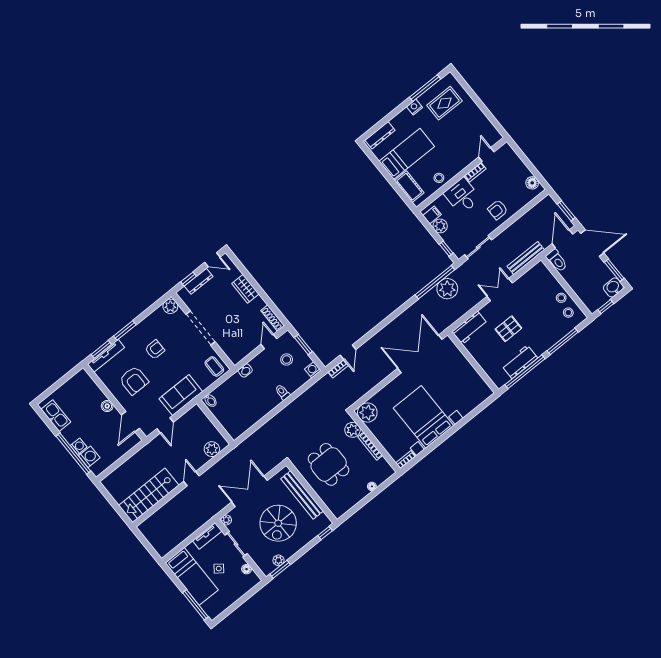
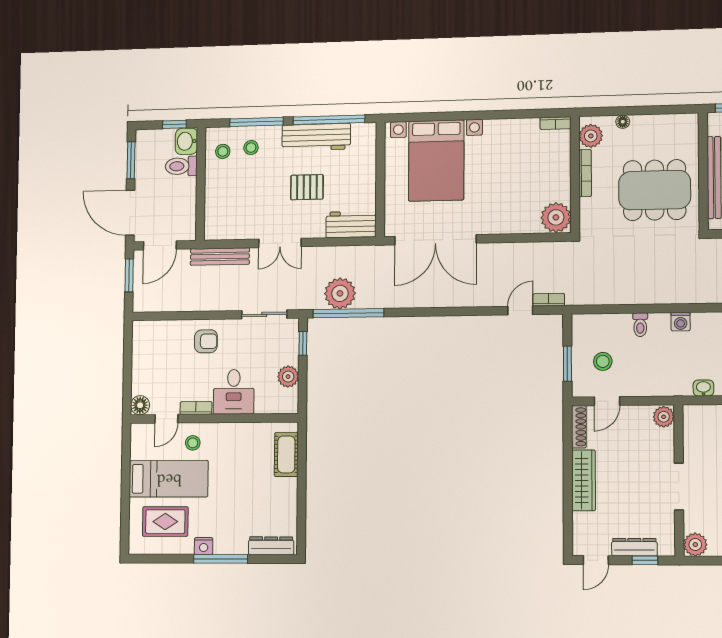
window: (425, 88) -> (221, 559), moved
bed: (407, 154) -> (169, 479), moved, turned 180
stool: (439, 178) -> (193, 443), moved
floor lamp: (532, 183) -> (140, 405), moved
filing cabinet: (432, 215) -> (287, 398), removed
door: (212, 260) -> (596, 560), swing flipped
toilet: (557, 261) -> (181, 166), moved, turned -90
washbasin: (613, 287) -> (186, 141), moved, turned 90
wardrobe: (245, 289) -> (584, 480), width x1.50
stool: (561, 298) -> (251, 148), moved
doorway: (200, 328) -> (679, 487), width x0.73
plant: (235, 356) -> (664, 417), added
workbench: (520, 362) -> (316, 137), width x1.38
coffee table: (214, 366) -> (700, 424), removed
washing machine: (313, 370) -> (681, 322), moved
washbasin: (245, 371) -> (703, 388), moved
bed with nightstands: (424, 417) -> (436, 161), moved
plant: (352, 430) -> (591, 136), moved
dining table: (329, 464) -> (655, 190), width x1.38

